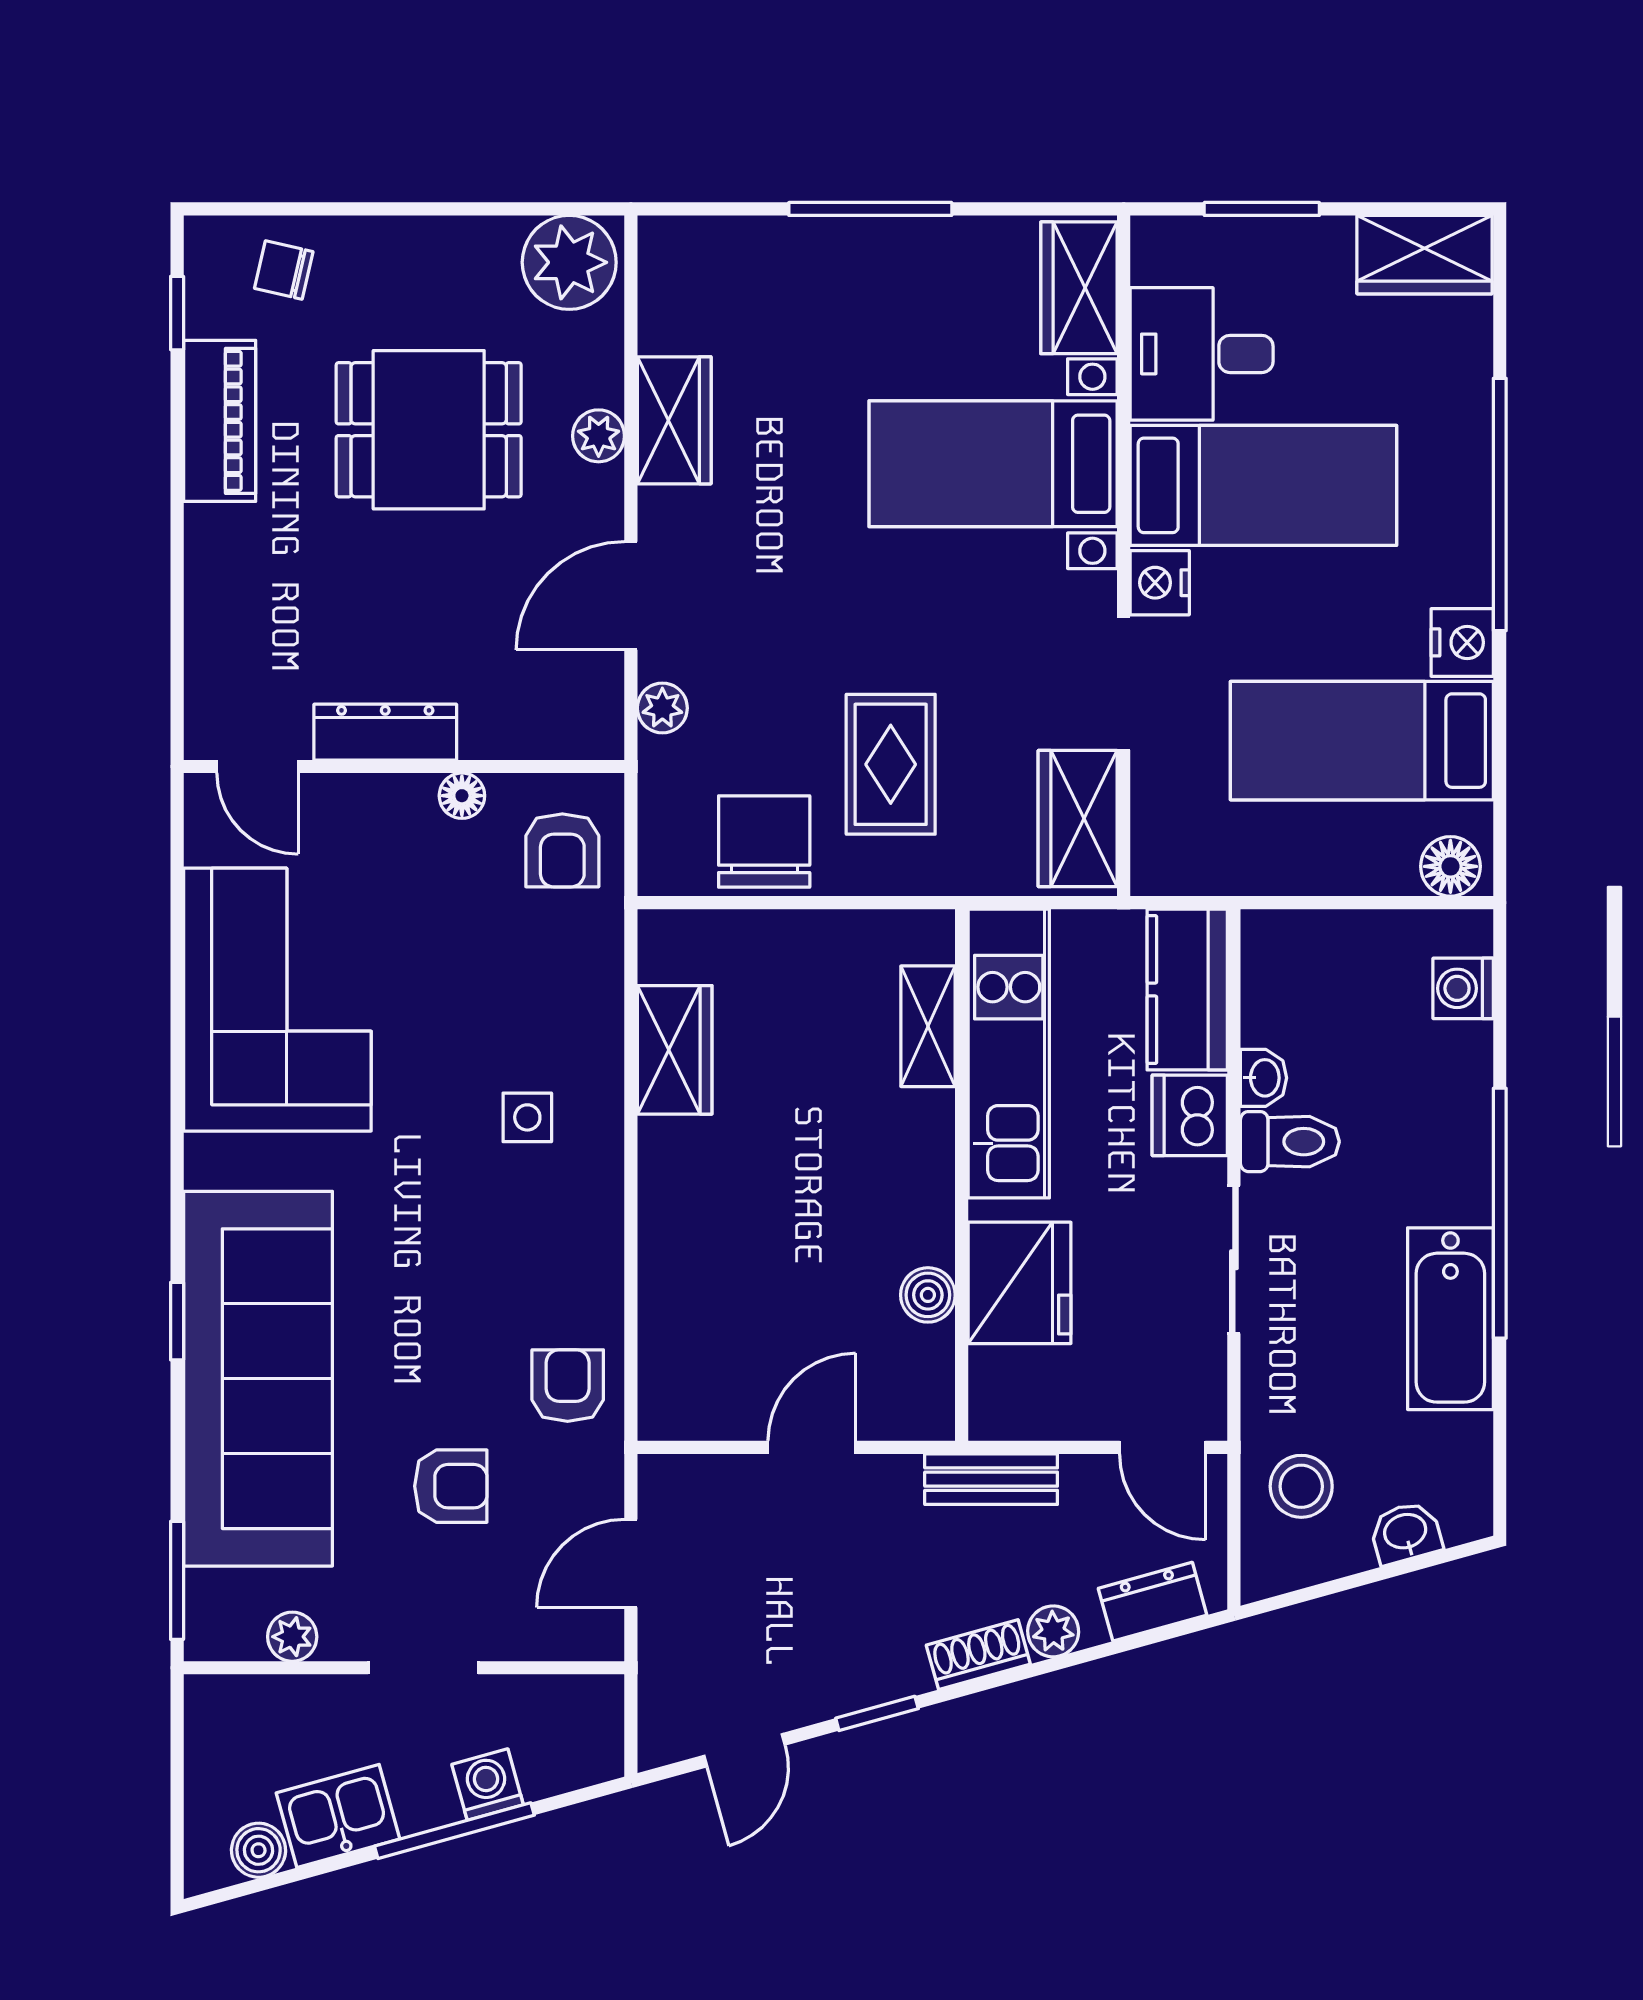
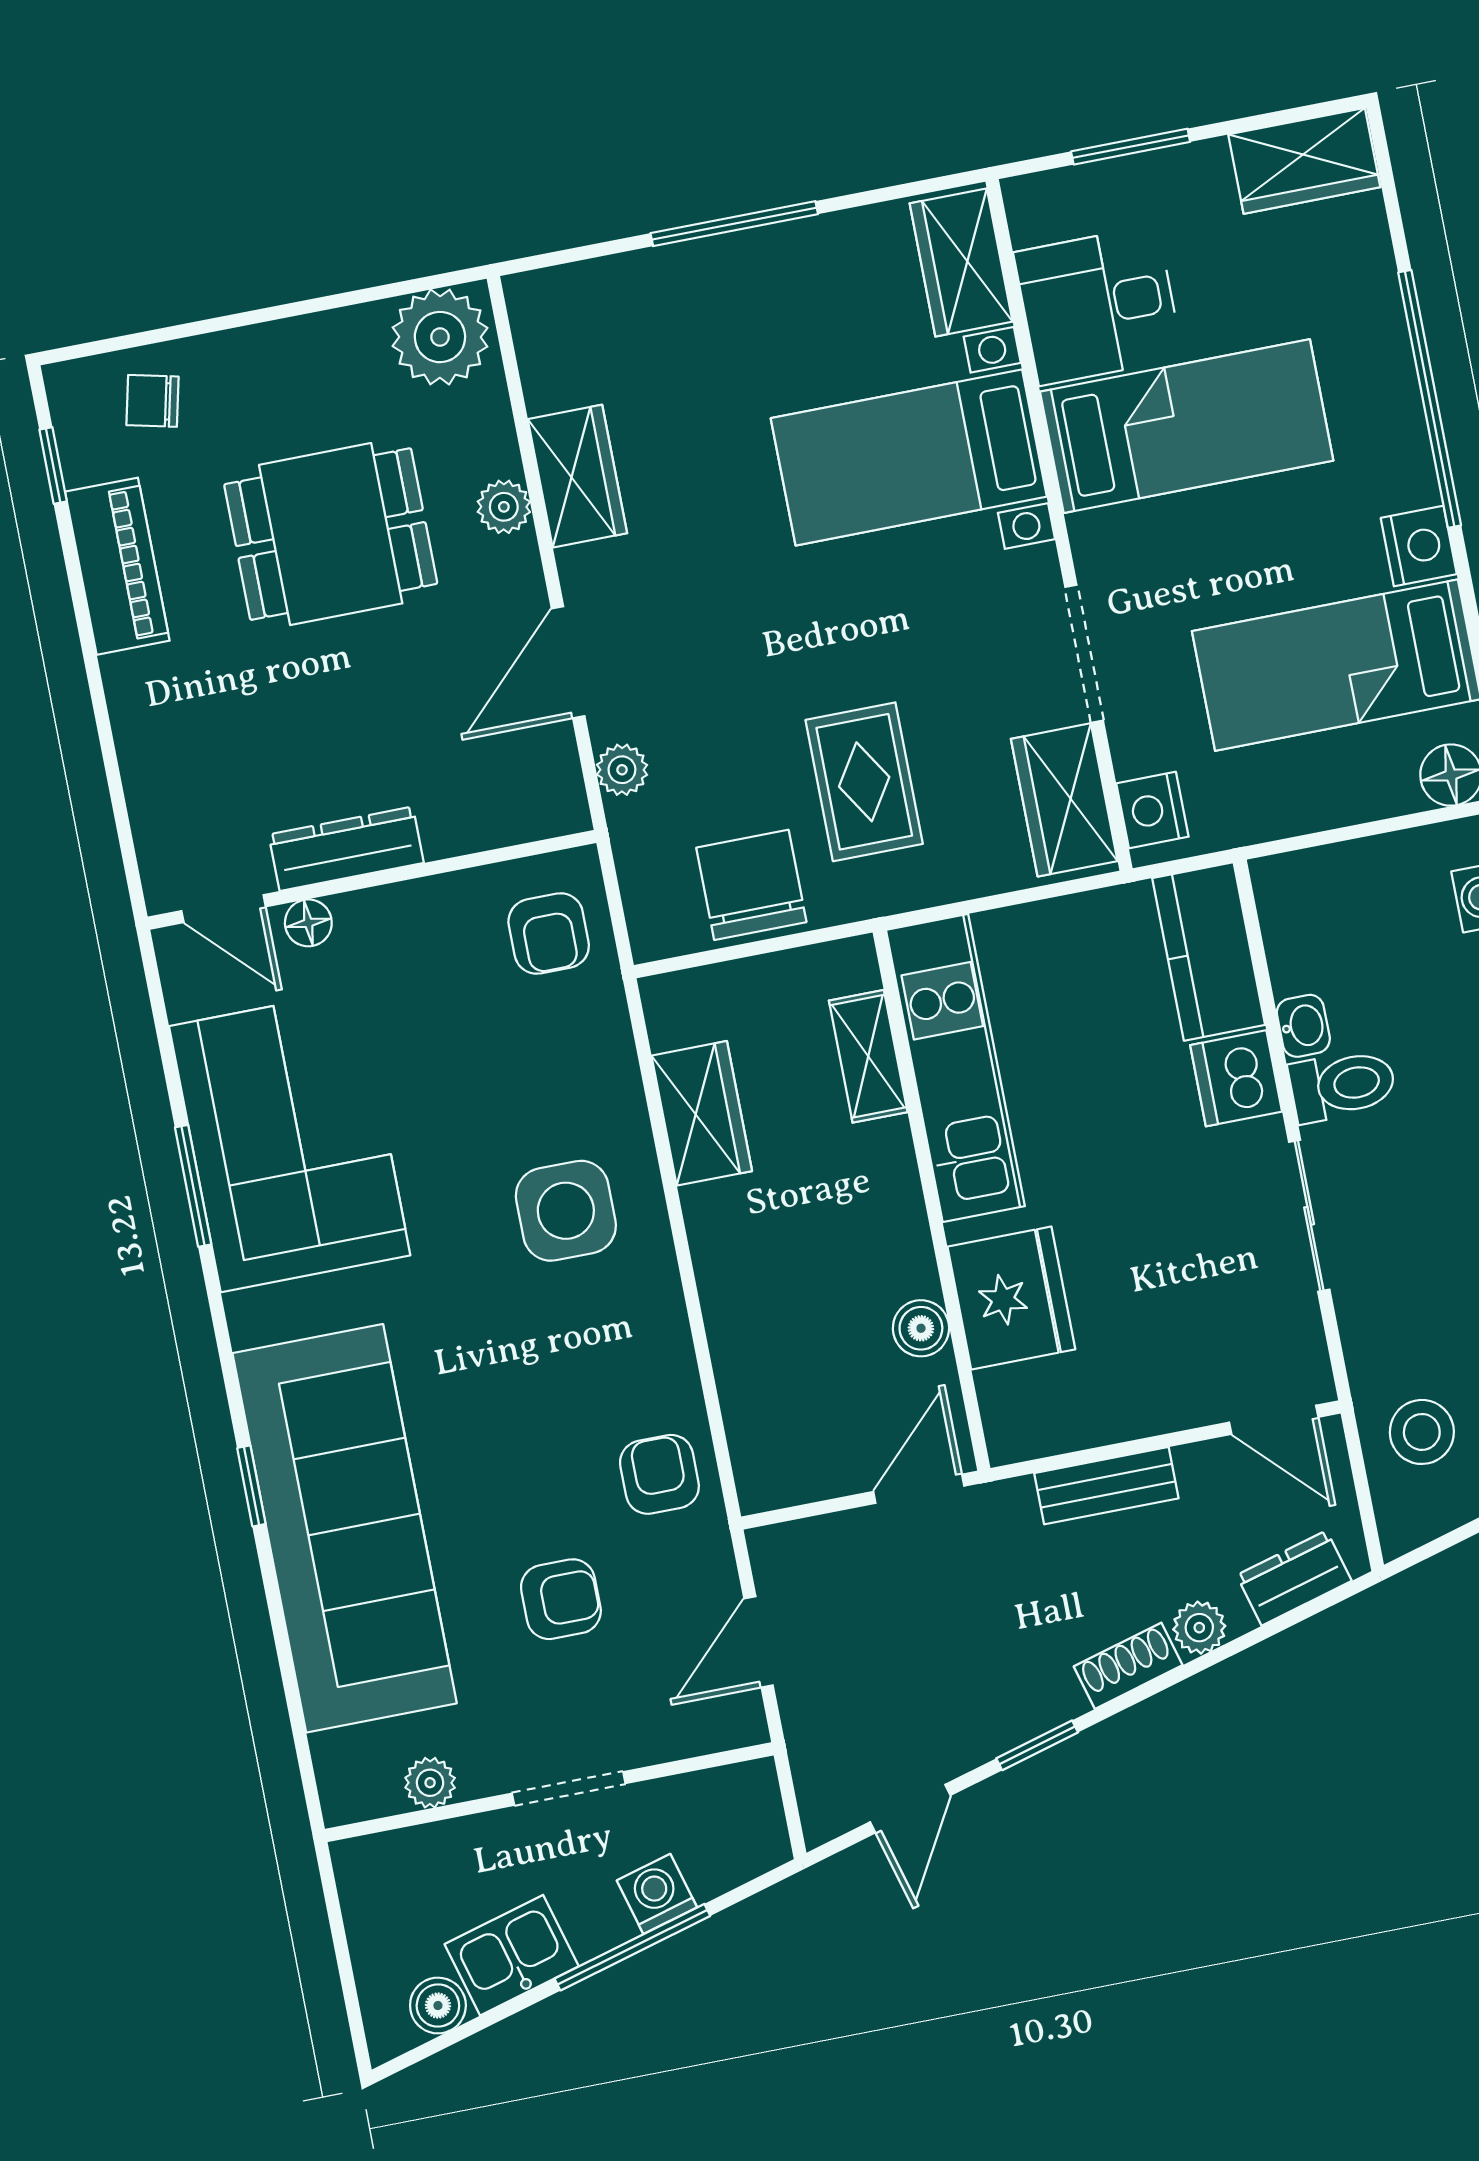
nightstand: (1160, 583) -> (1152, 810), moved
floor lamp: (462, 796) -> (308, 923), moved
shelving: (928, 1026) -> (868, 1056), moved
kitchen unit: (1009, 1054) -> (955, 1068), moved
side table: (527, 1117) -> (566, 1211), width x1.87, depth x1.87
wall: (962, 1175) -> (931, 1200), moved
fridge: (1020, 1283) -> (1011, 1298), moved
boiler: (928, 1295) -> (921, 1328), moved
window: (177, 1580) -> (193, 1186), moved

